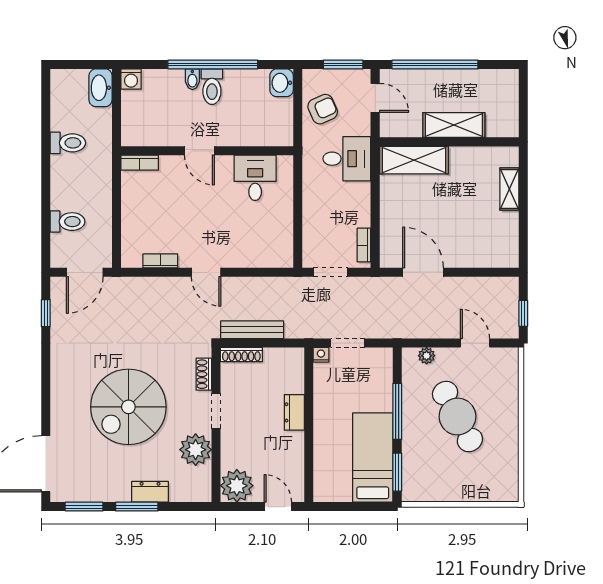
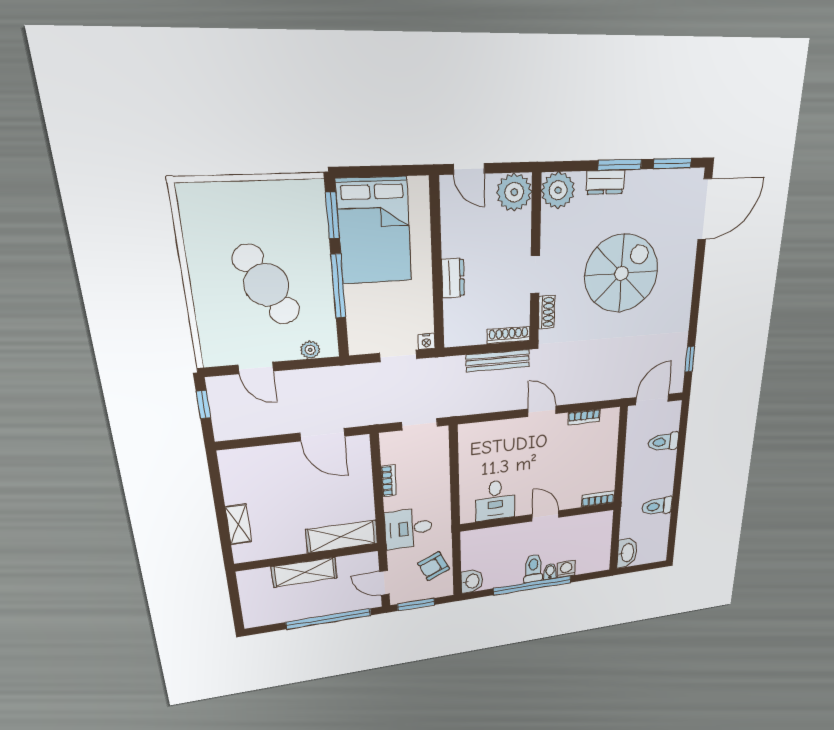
washing machine: (131, 79) -> (566, 569), moved
bookcase: (364, 245) -> (389, 481), moved
plant: (196, 450) -> (558, 190), moved
bed: (373, 458) -> (374, 231), width x1.50

